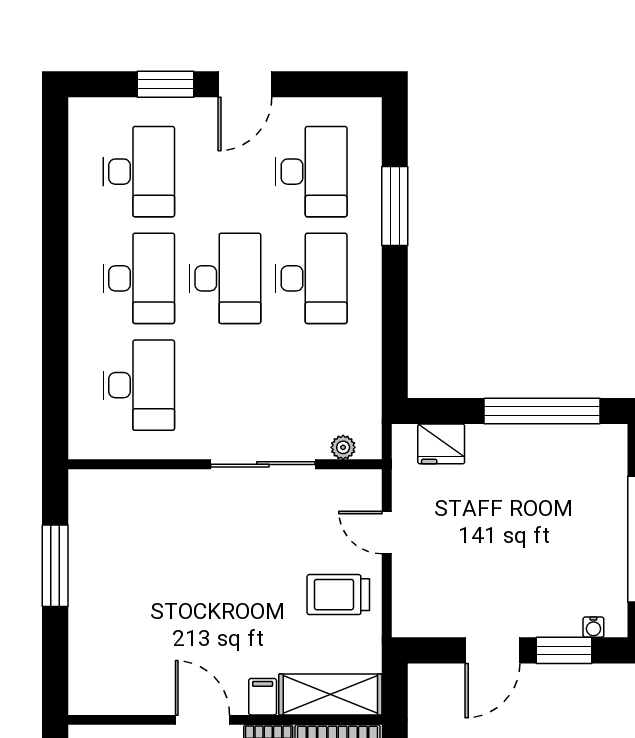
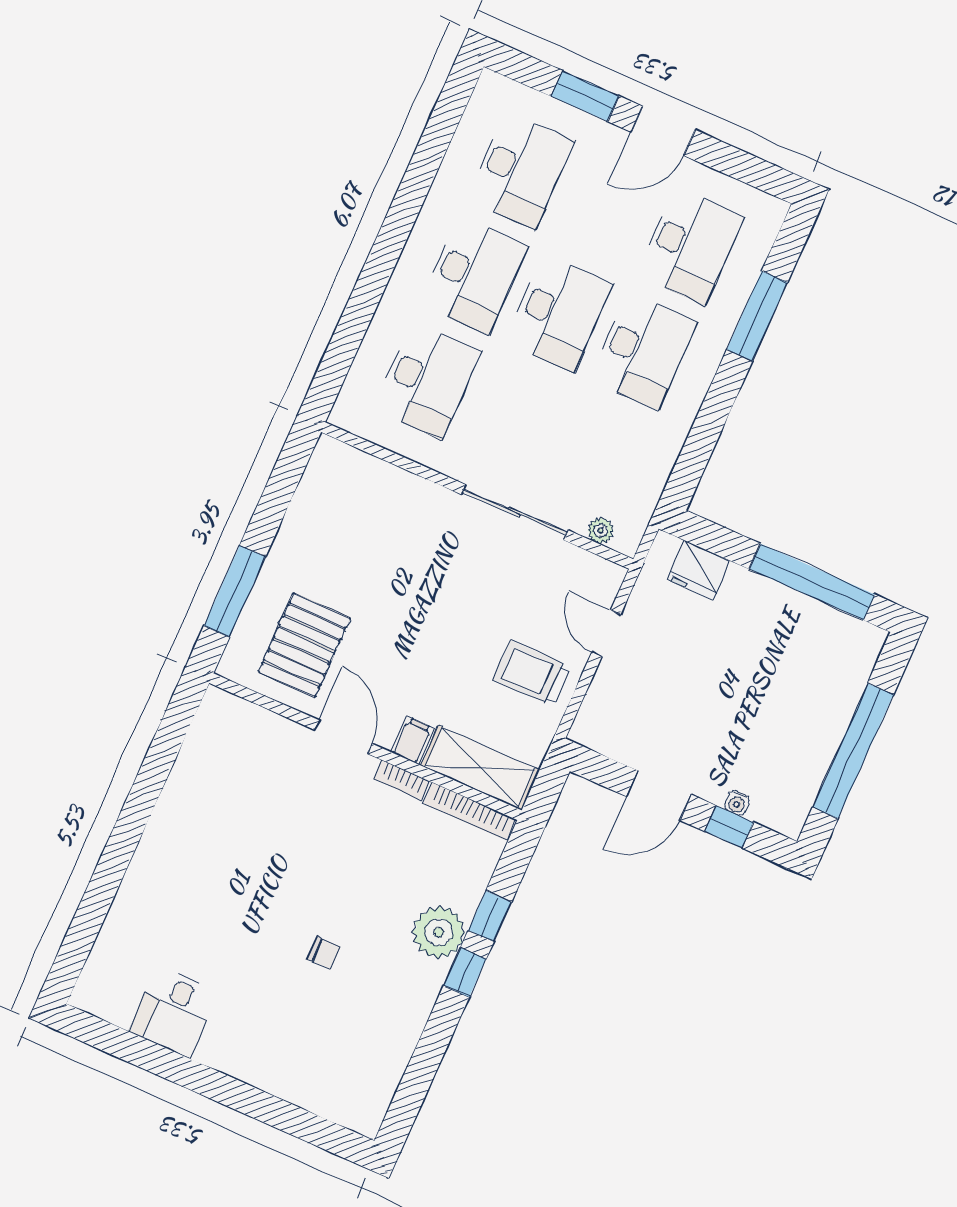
window: (55, 566) -> (235, 591), moved
water cooler: (593, 627) -> (737, 803), moved
window: (564, 650) -> (729, 827), width x0.67
pallet: (135, 657) -> (304, 645), added

